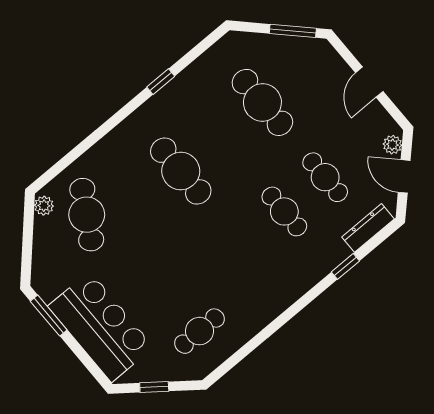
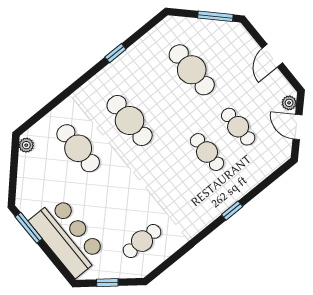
cafe table: (87, 215) -> (78, 148), moved, turned -30
dresser: (368, 228) -> (270, 165), removed
window: (345, 266) -> (232, 211), moved

